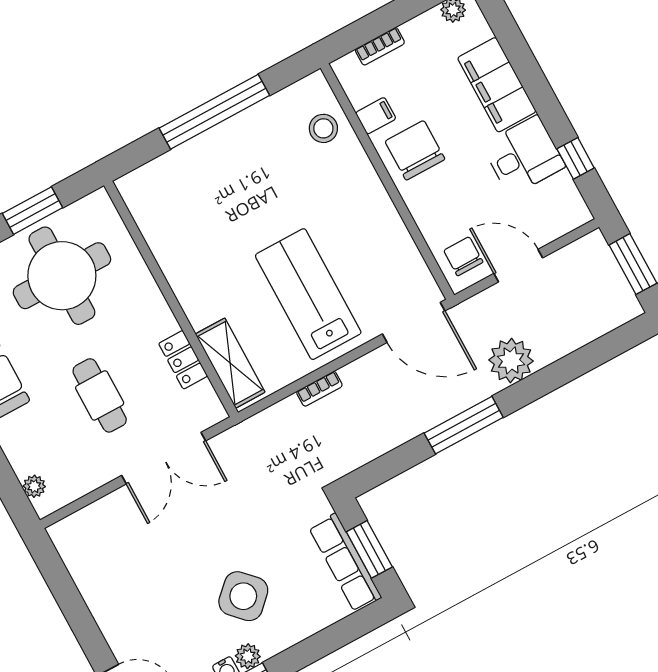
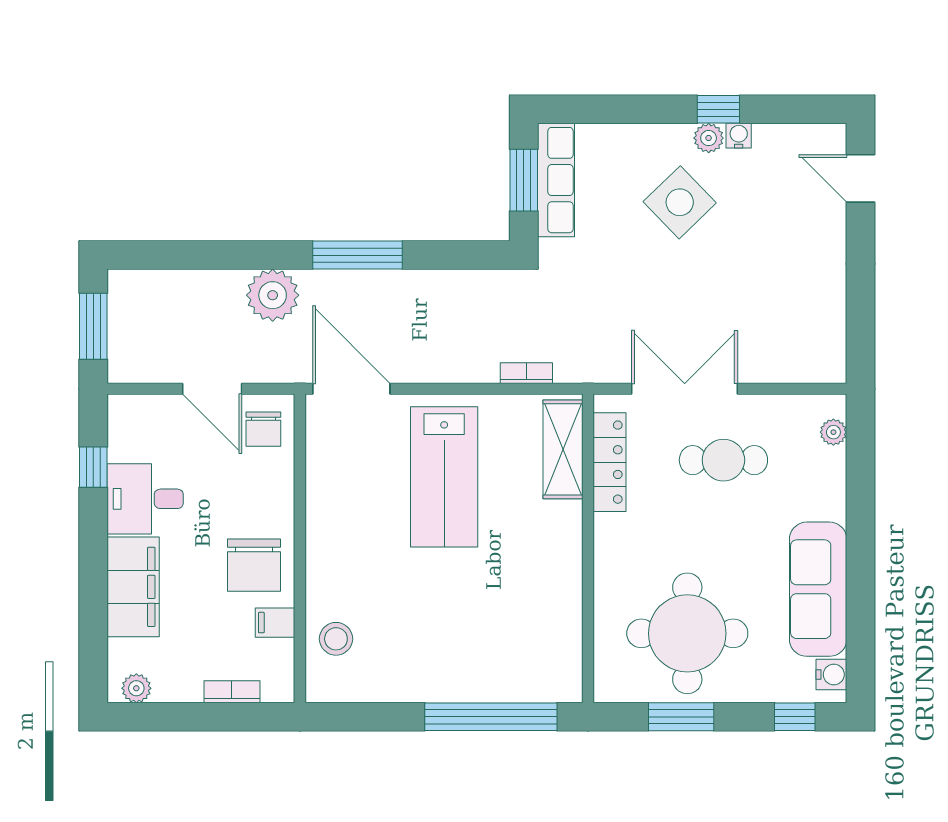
window: (214, 112) -> (491, 717), moved
locker: (183, 360) -> (610, 462), width x1.53
bookcase: (319, 389) -> (526, 373), moved
cafe table: (100, 395) -> (723, 460), moved, turned 90

